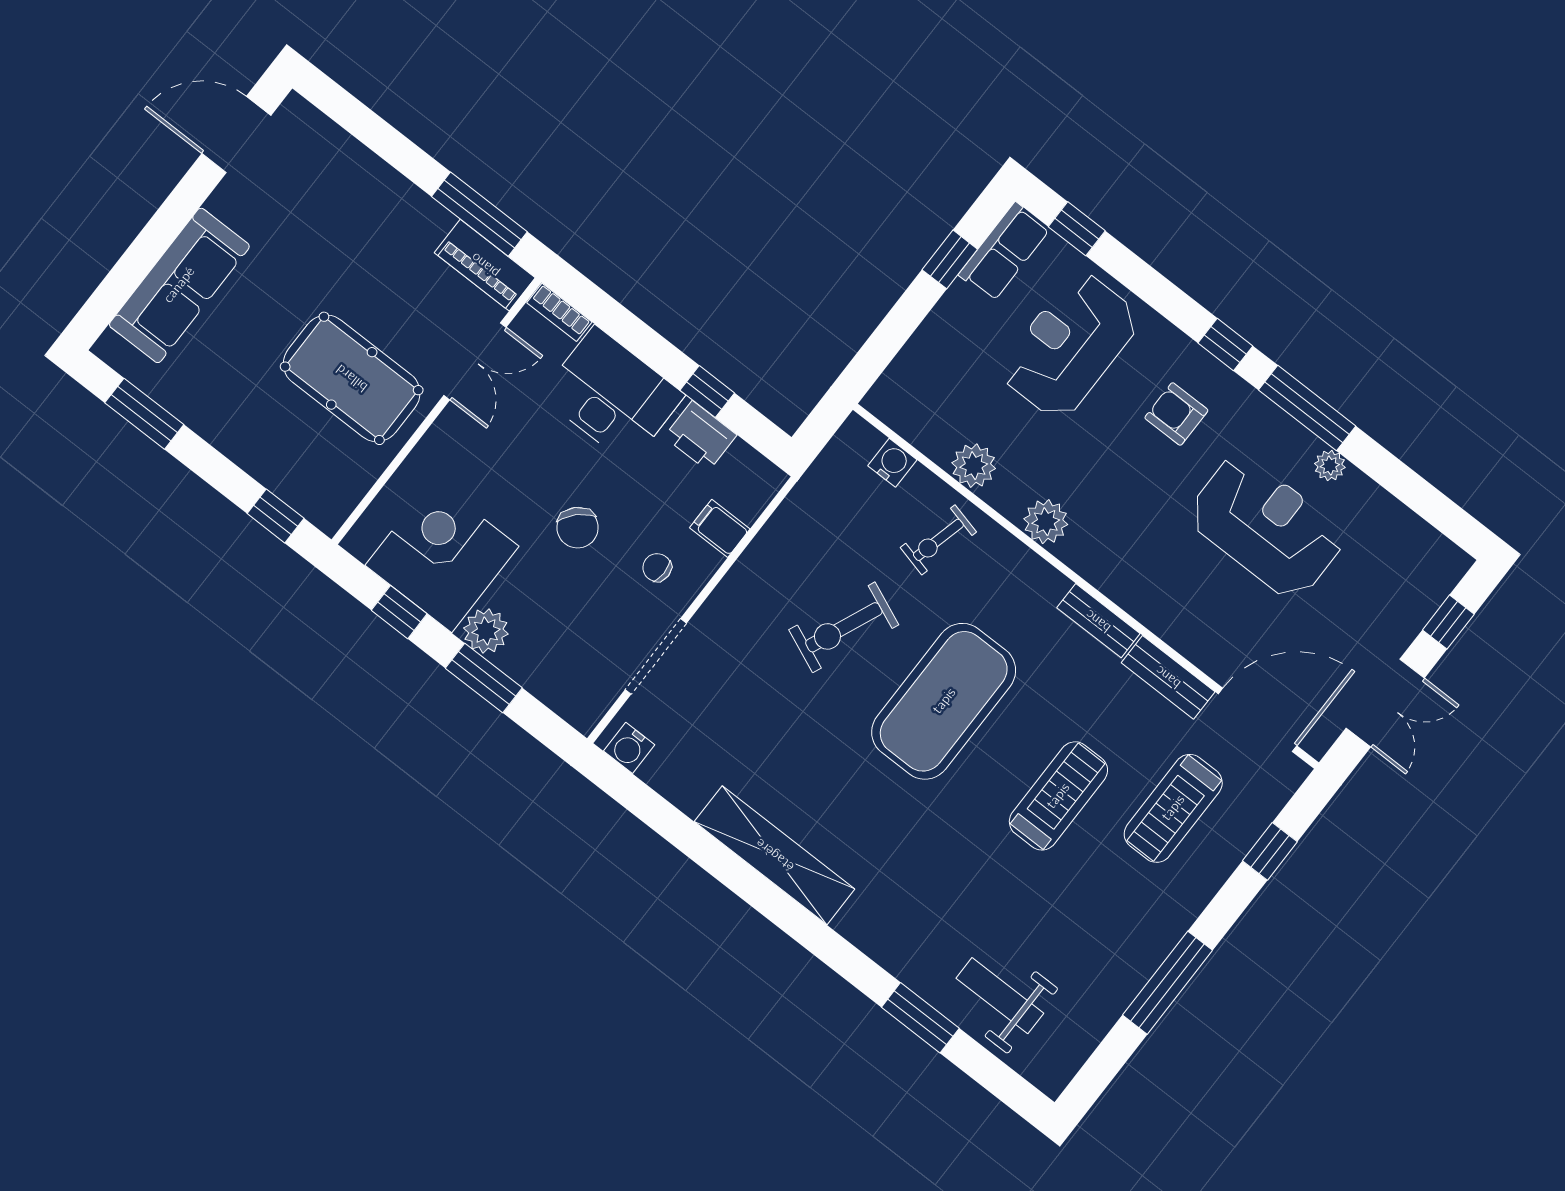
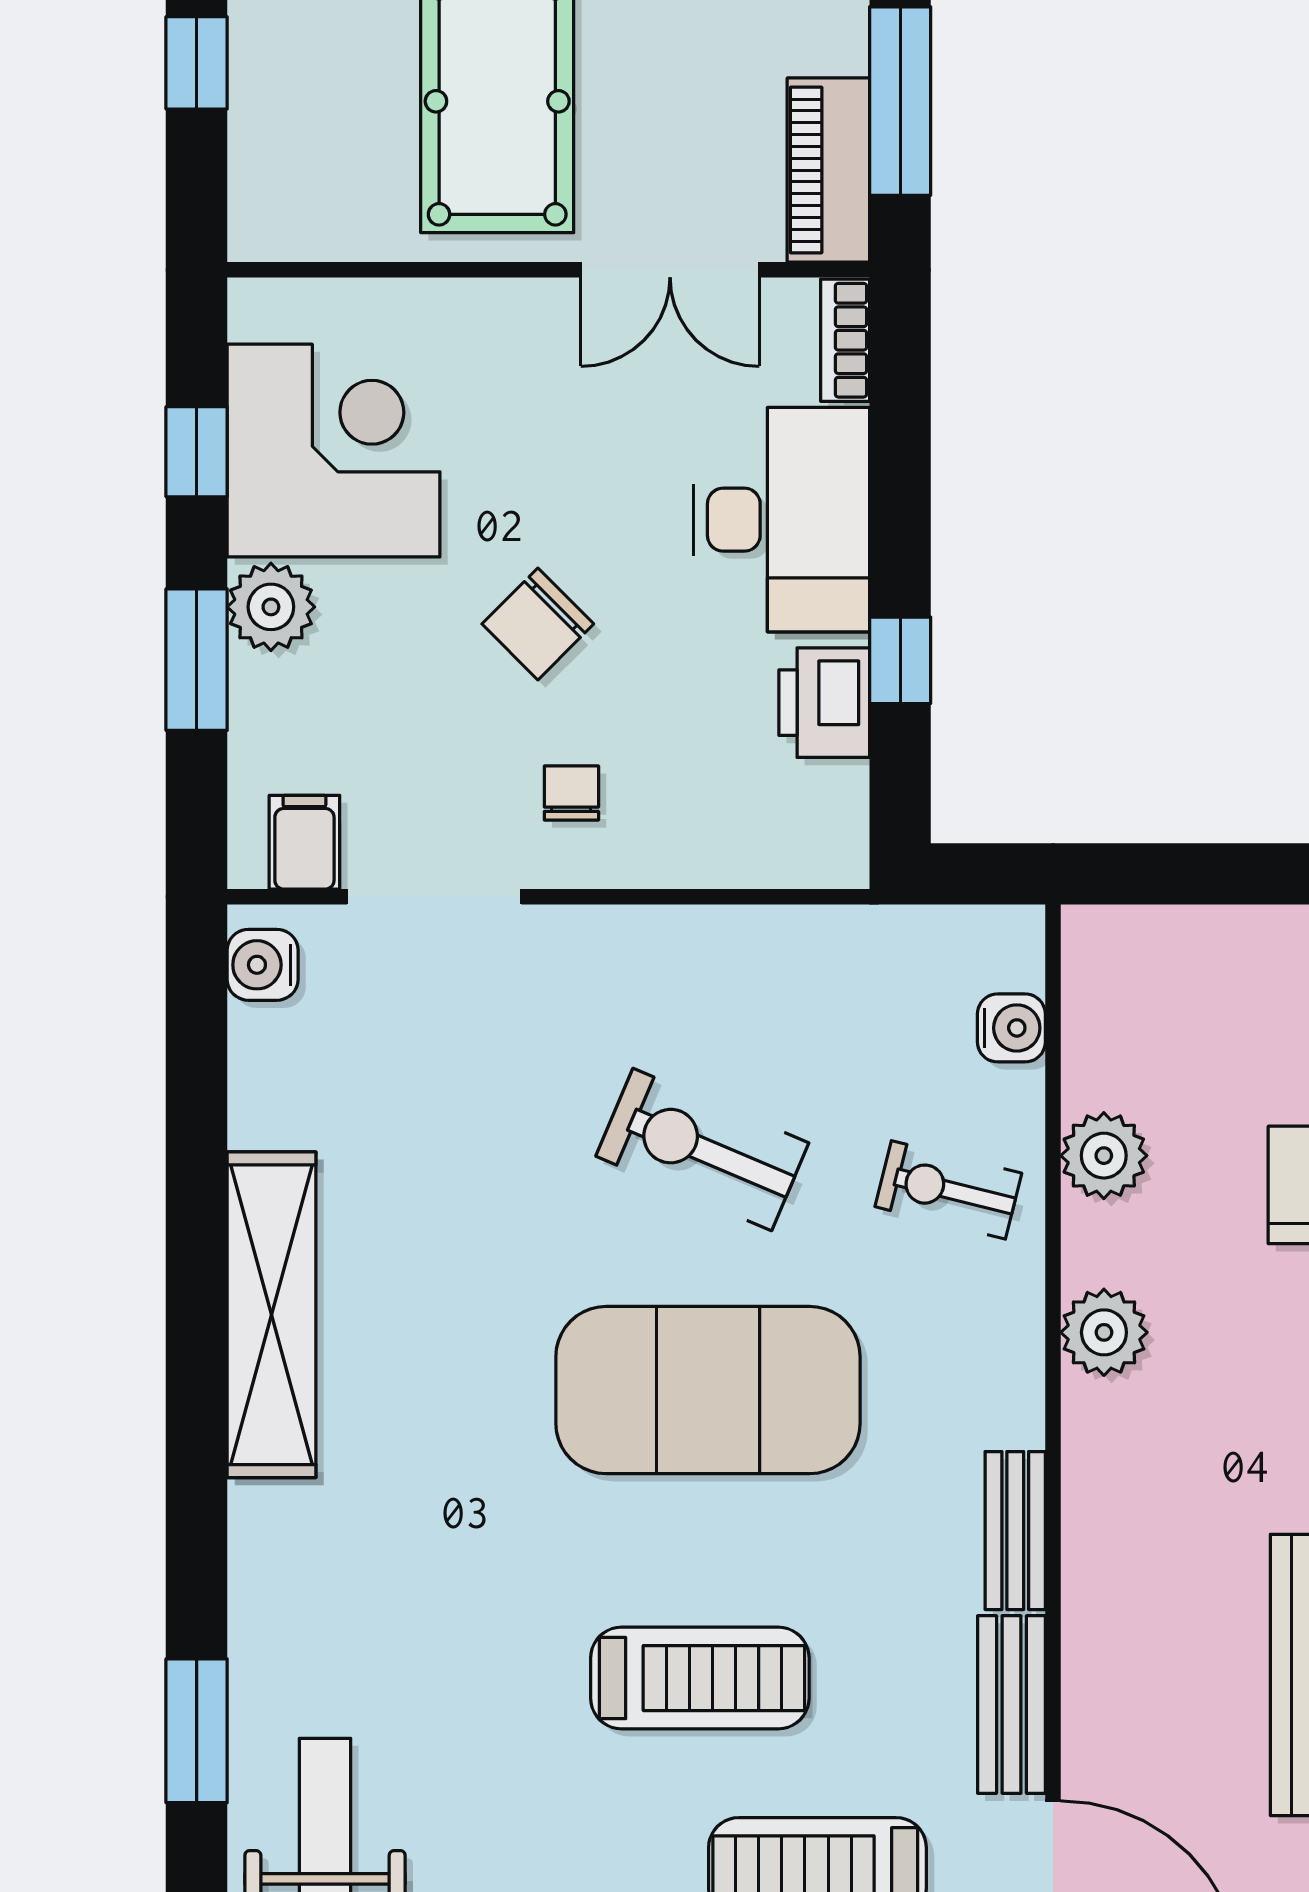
window: (276, 516) -> (197, 63), moved
filing cabinet: (720, 528) -> (304, 842), moved

